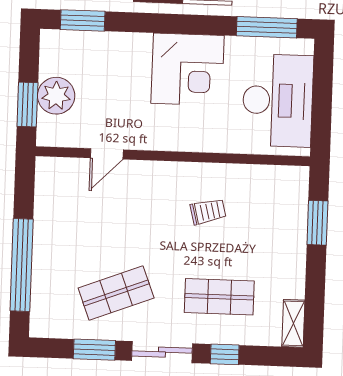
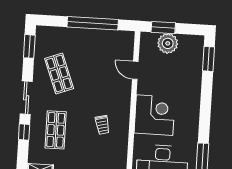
corner desk: (187, 69) -> (155, 115), moved, turned 180
window: (22, 265) -> (93, 23), moved
window: (94, 350) -> (29, 46), moved

